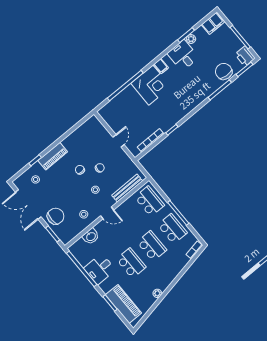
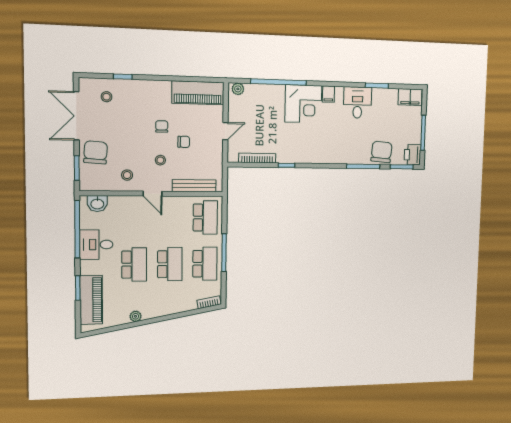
plant: (191, 39) -> (238, 89), moved
piano: (53, 156) -> (198, 93), moved, width x1.37, depth x1.33
chair: (56, 216) -> (96, 152), turned -86
washbasin: (91, 236) -> (97, 204), moved

